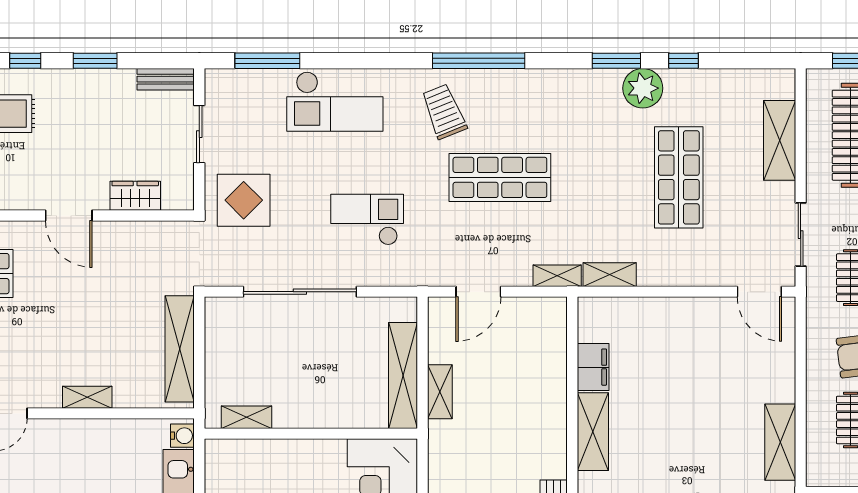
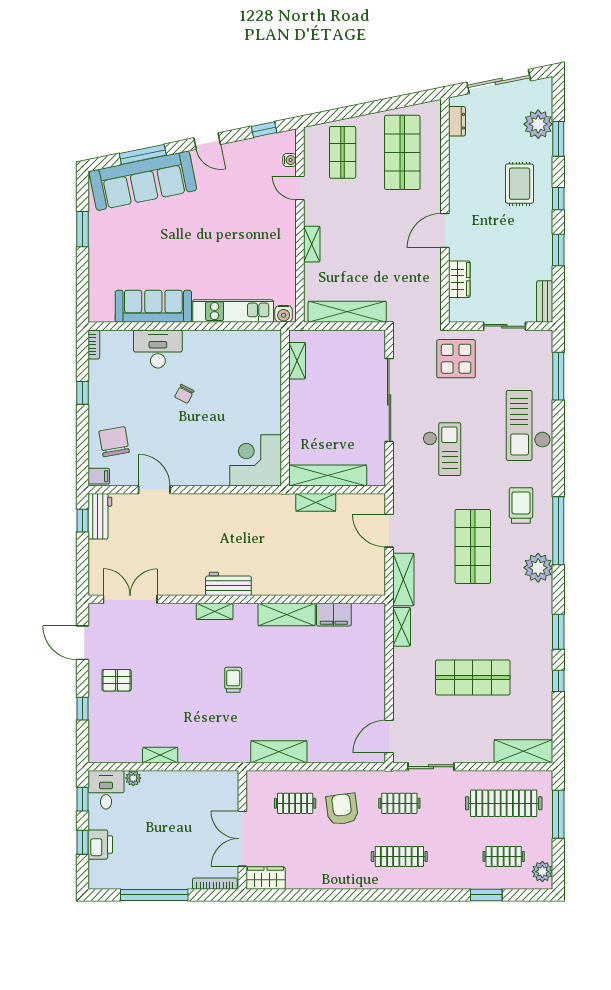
plant: (643, 88) -> (538, 568), moved
trolley: (444, 112) -> (521, 505), turned -68
shelving: (780, 140) -> (523, 751), moved
shelving: (557, 276) -> (403, 580), width x1.50, depth x1.33

